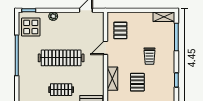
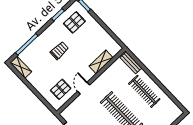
door: (105, 48) -> (84, 88), swing flipped
pallet: (137, 82) -> (74, 22), moved
clothes rail: (61, 90) -> (144, 91), width x1.36

